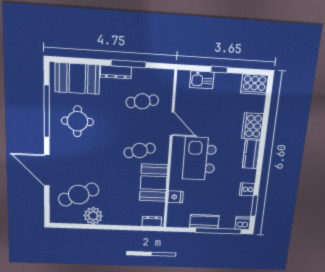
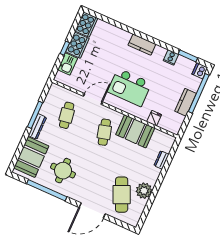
cooker: (253, 126) -> (77, 45), moved, turned -90
dresser: (152, 221) -> (161, 160), moved

